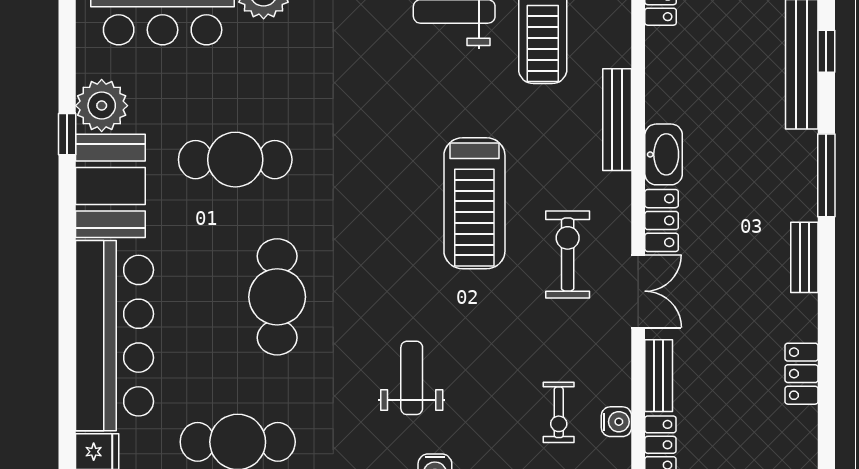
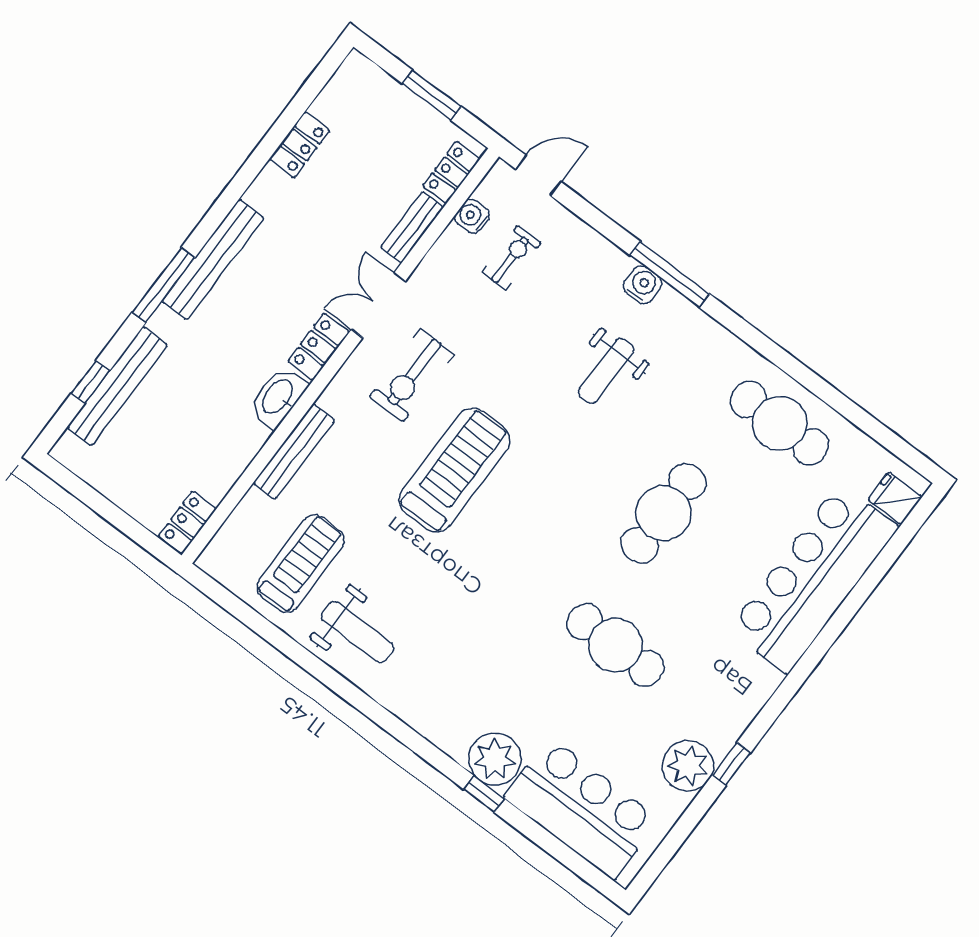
booth: (110, 186) -> (728, 698), removed
bench: (804, 257) -> (213, 259), width x1.86, depth x1.21

